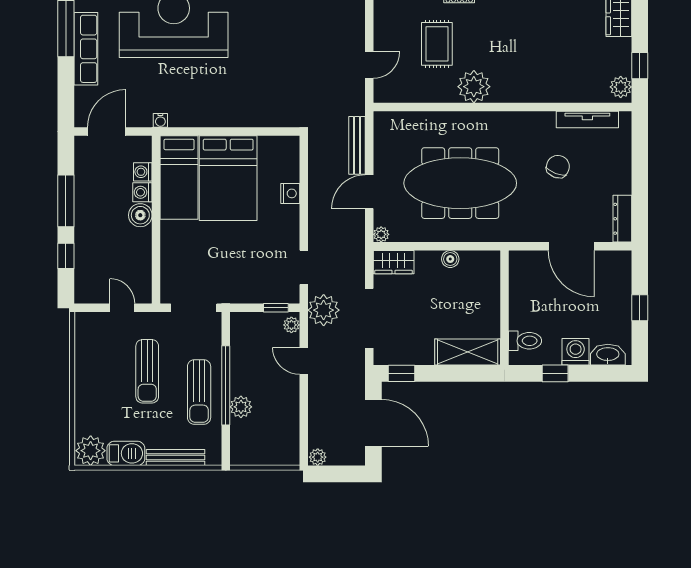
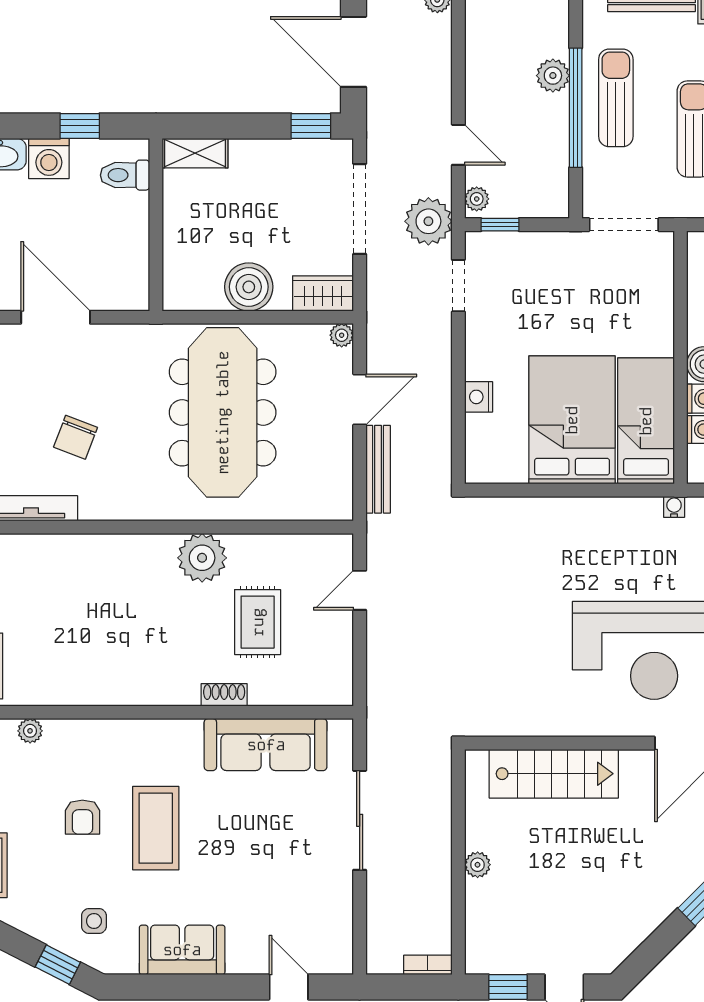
meeting table: (460, 183) -> (223, 412), turned 90
boiler: (450, 259) -> (249, 287), width x1.86, depth x1.86
shelving: (468, 352) -> (195, 153), width x0.67, depth x0.75

